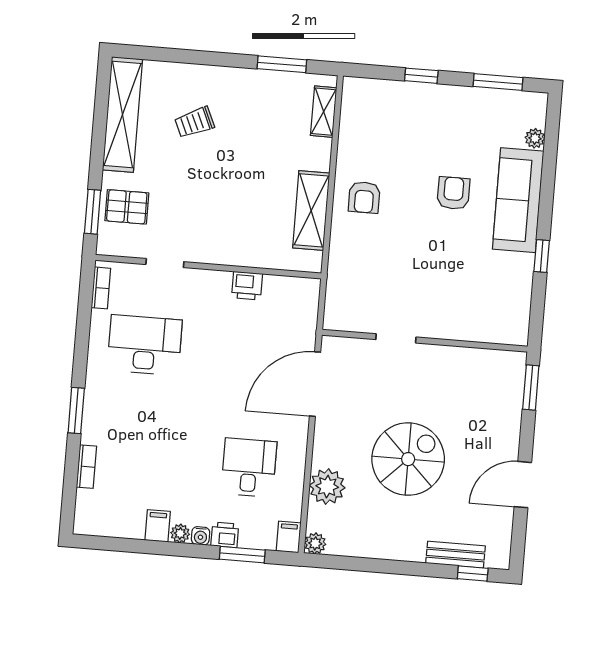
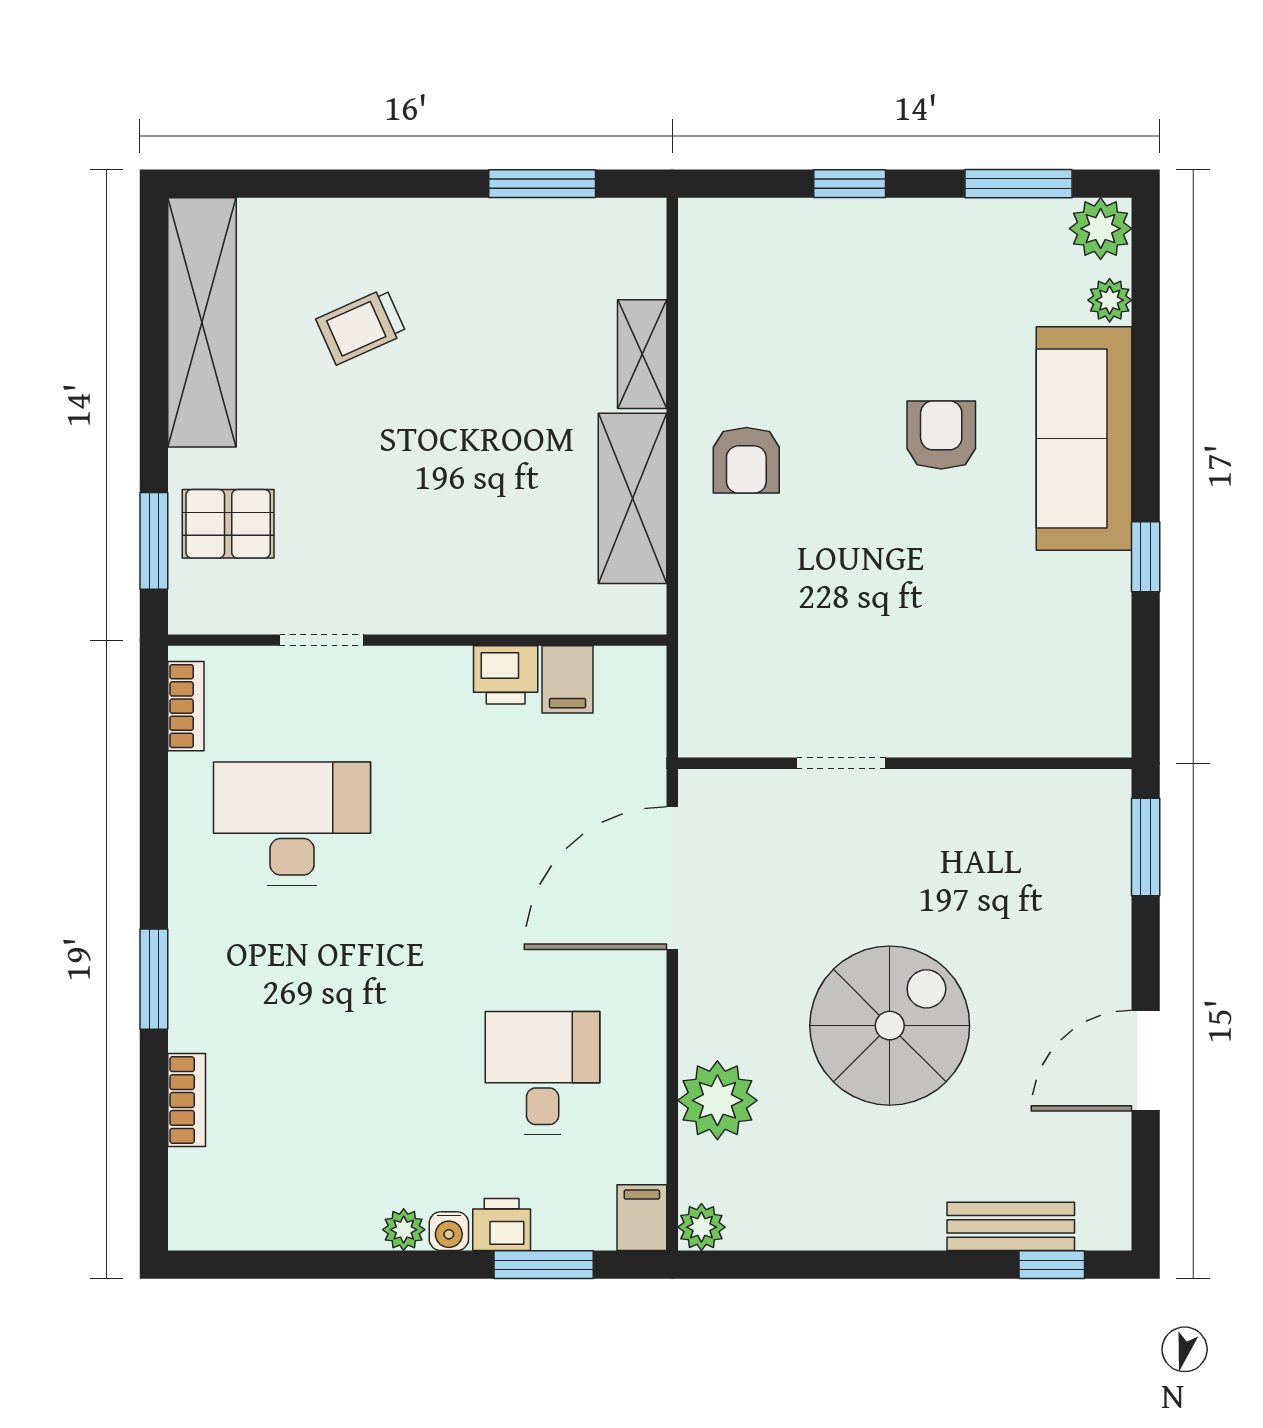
plant: (533, 106) -> (1101, 229), added
shelving: (324, 112) -> (642, 354), moved
filing cabinet: (158, 526) -> (568, 679), moved, turned 180

